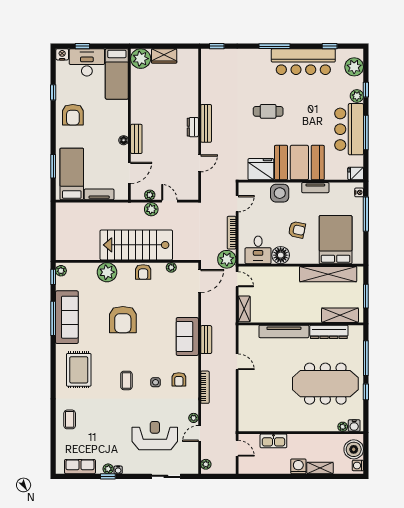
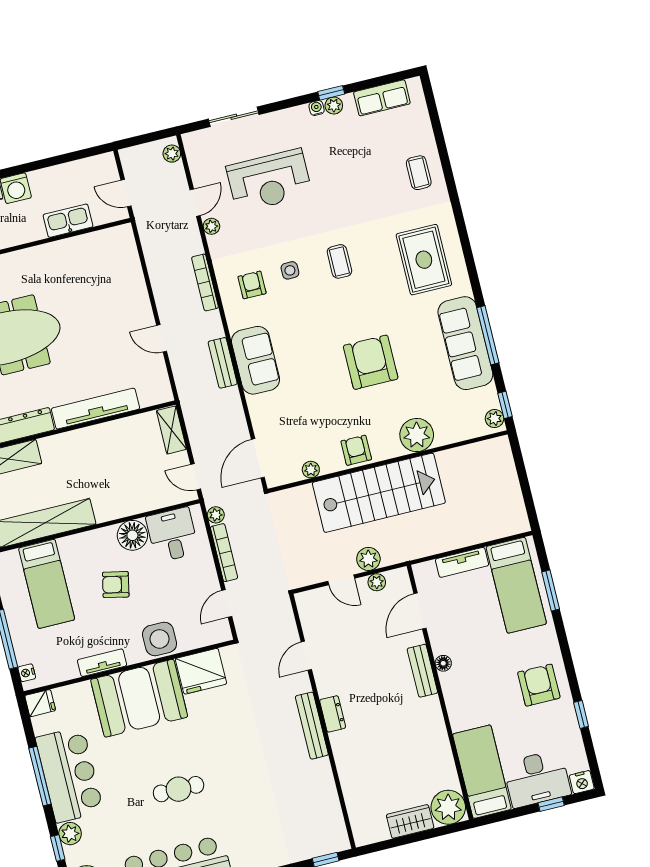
cafe table: (268, 111) -> (179, 789), moved
bed: (336, 240) -> (47, 584), width x0.67
plant: (227, 259) -> (216, 515), width x0.53, depth x0.53

